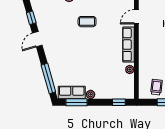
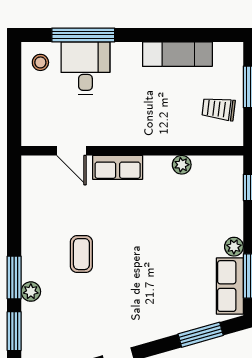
row of seats: (128, 45) -> (118, 167), width x0.68
window: (48, 79) -> (201, 335), width x0.69

